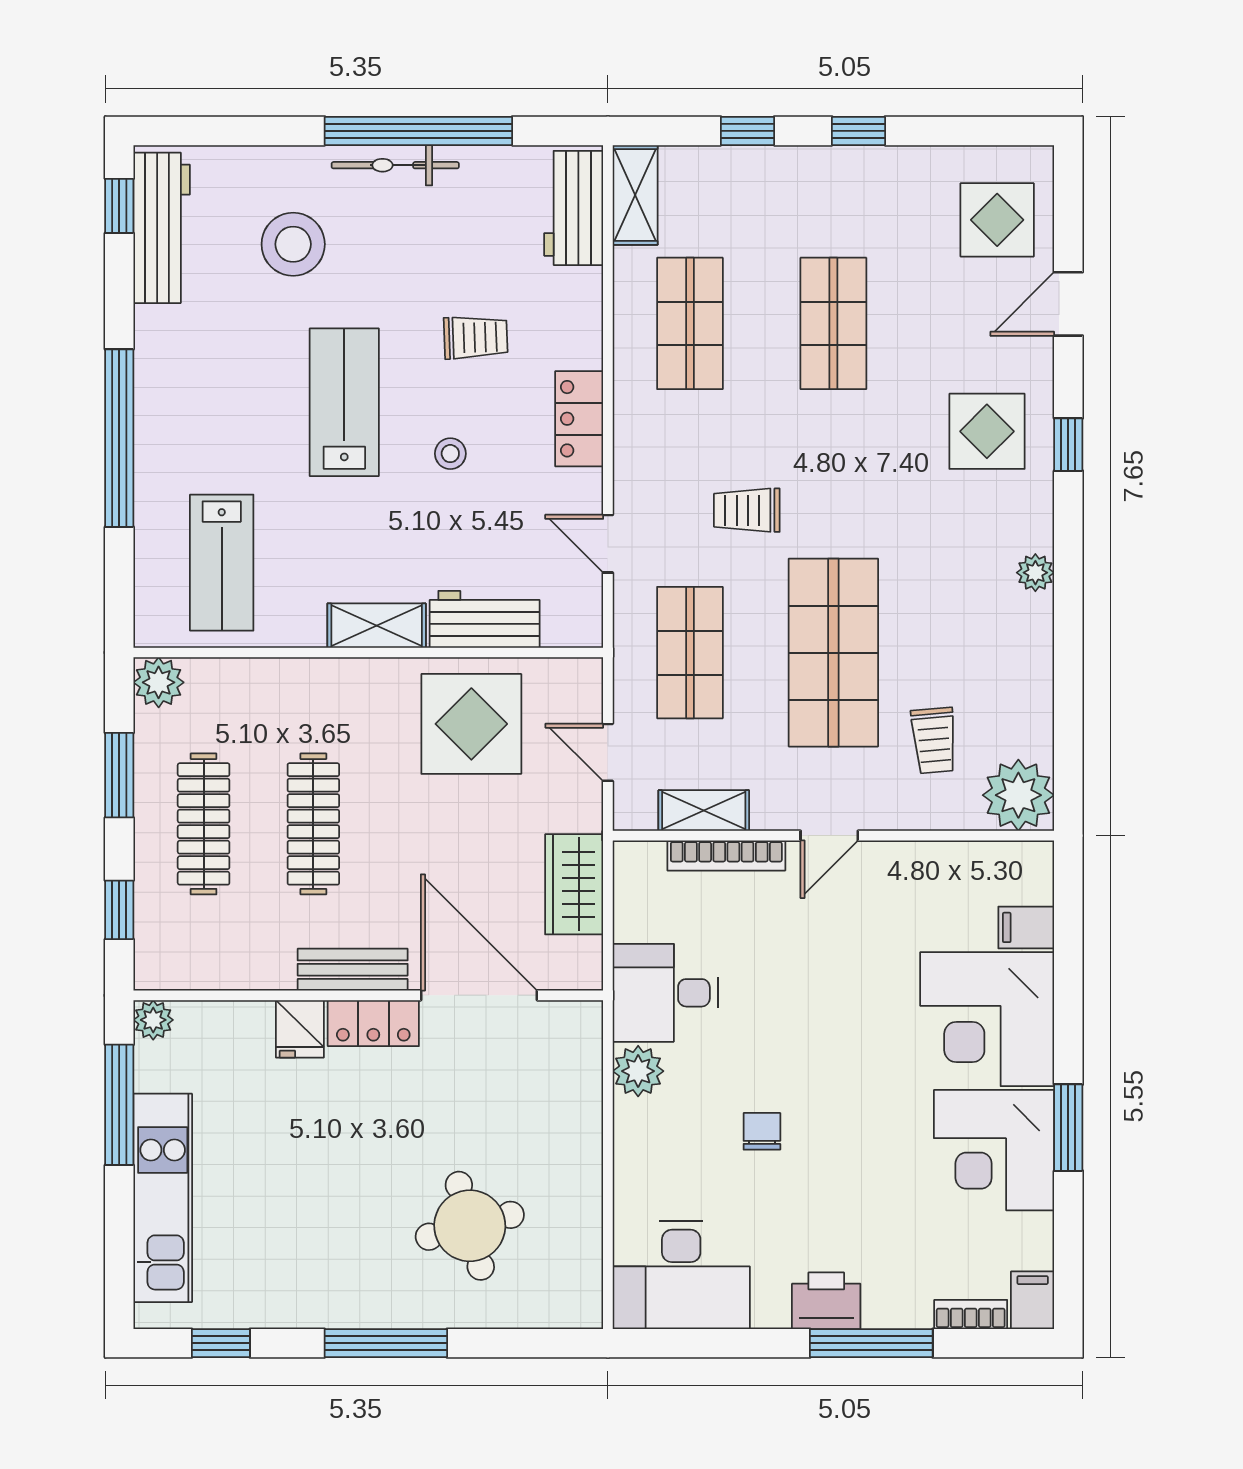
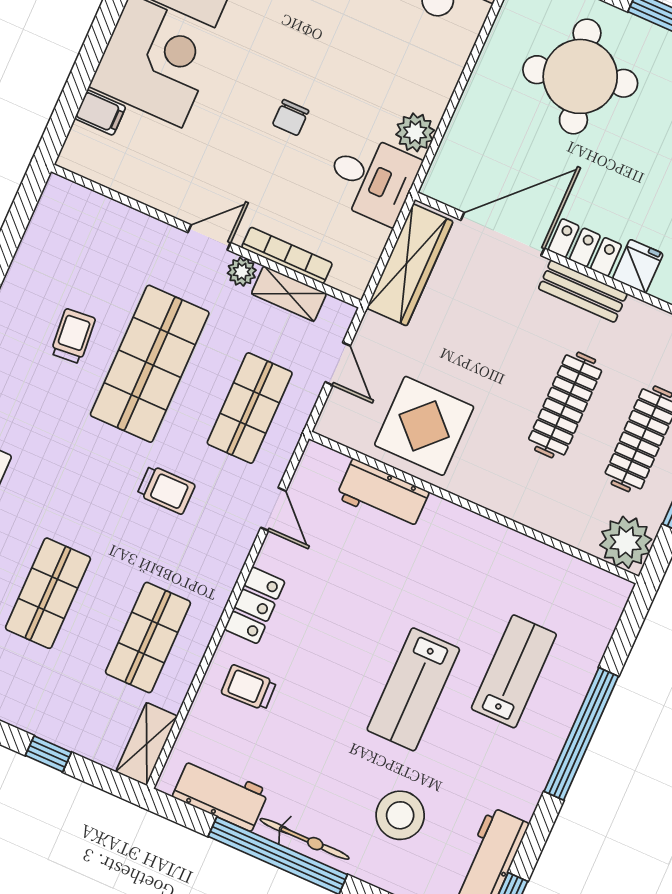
workbench: (574, 208) -> (221, 794), moved, turned -90
trolley: (476, 337) -> (249, 688), moved
stool: (450, 454) -> (355, 621), removed
lab bench: (222, 563) -> (514, 671), moved
shelving: (377, 626) -> (460, 524), removed
plant: (159, 682) -> (626, 542), width x1.36, depth x1.36
trolley: (934, 740) -> (73, 336), moved
plant: (1018, 795) -> (242, 272), moved, width x0.53, depth x0.53
wardrobe: (574, 884) -> (410, 265), width x1.50
door: (479, 995) -> (503, 234), swing flipped
chair: (762, 1131) -> (291, 118), moved
round table: (470, 1226) -> (580, 76), width x1.36, depth x1.36

